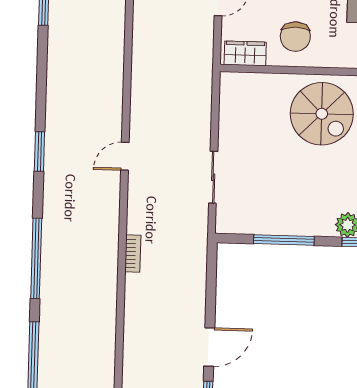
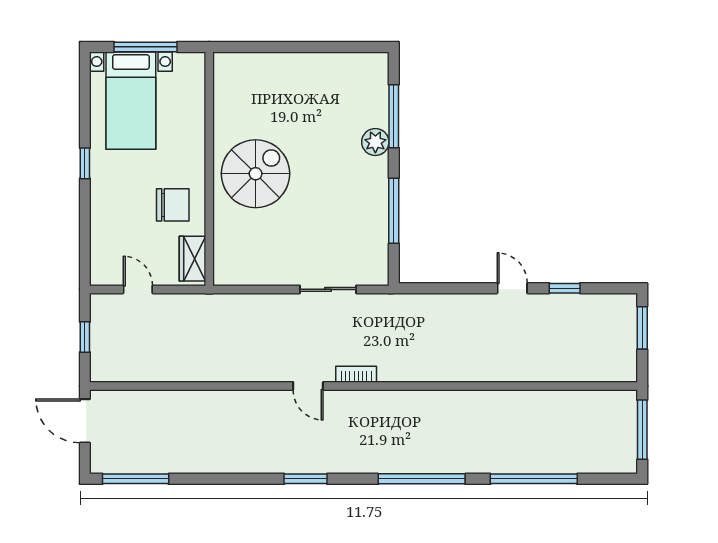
bookcase: (133, 254) -> (356, 374), moved
door: (209, 347) -> (512, 288), width x0.73

